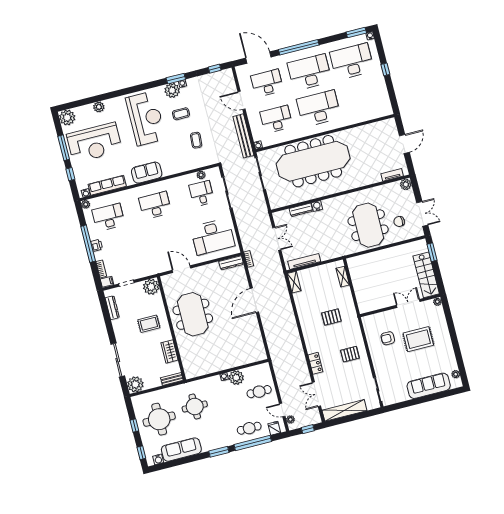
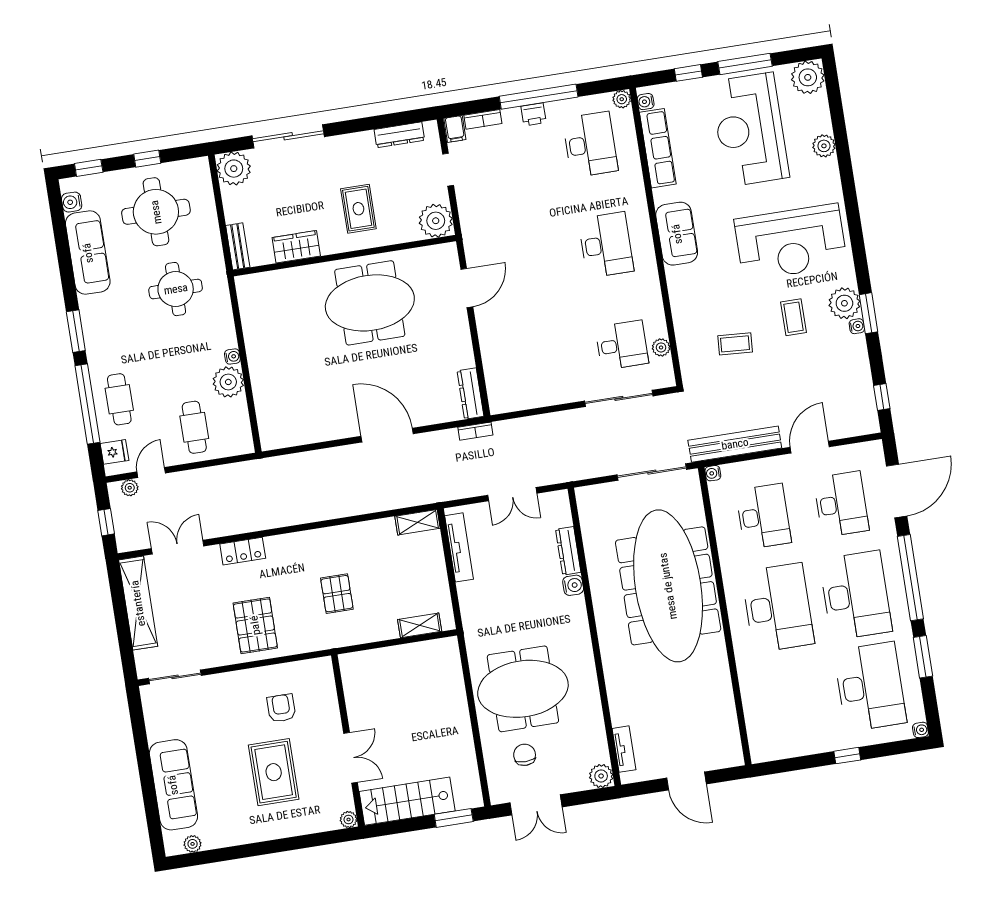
window: (356, 33) -> (923, 657), moved
desk: (213, 237) -> (529, 360), removed
pallet: (350, 354) -> (255, 625), width x1.50, depth x1.42

